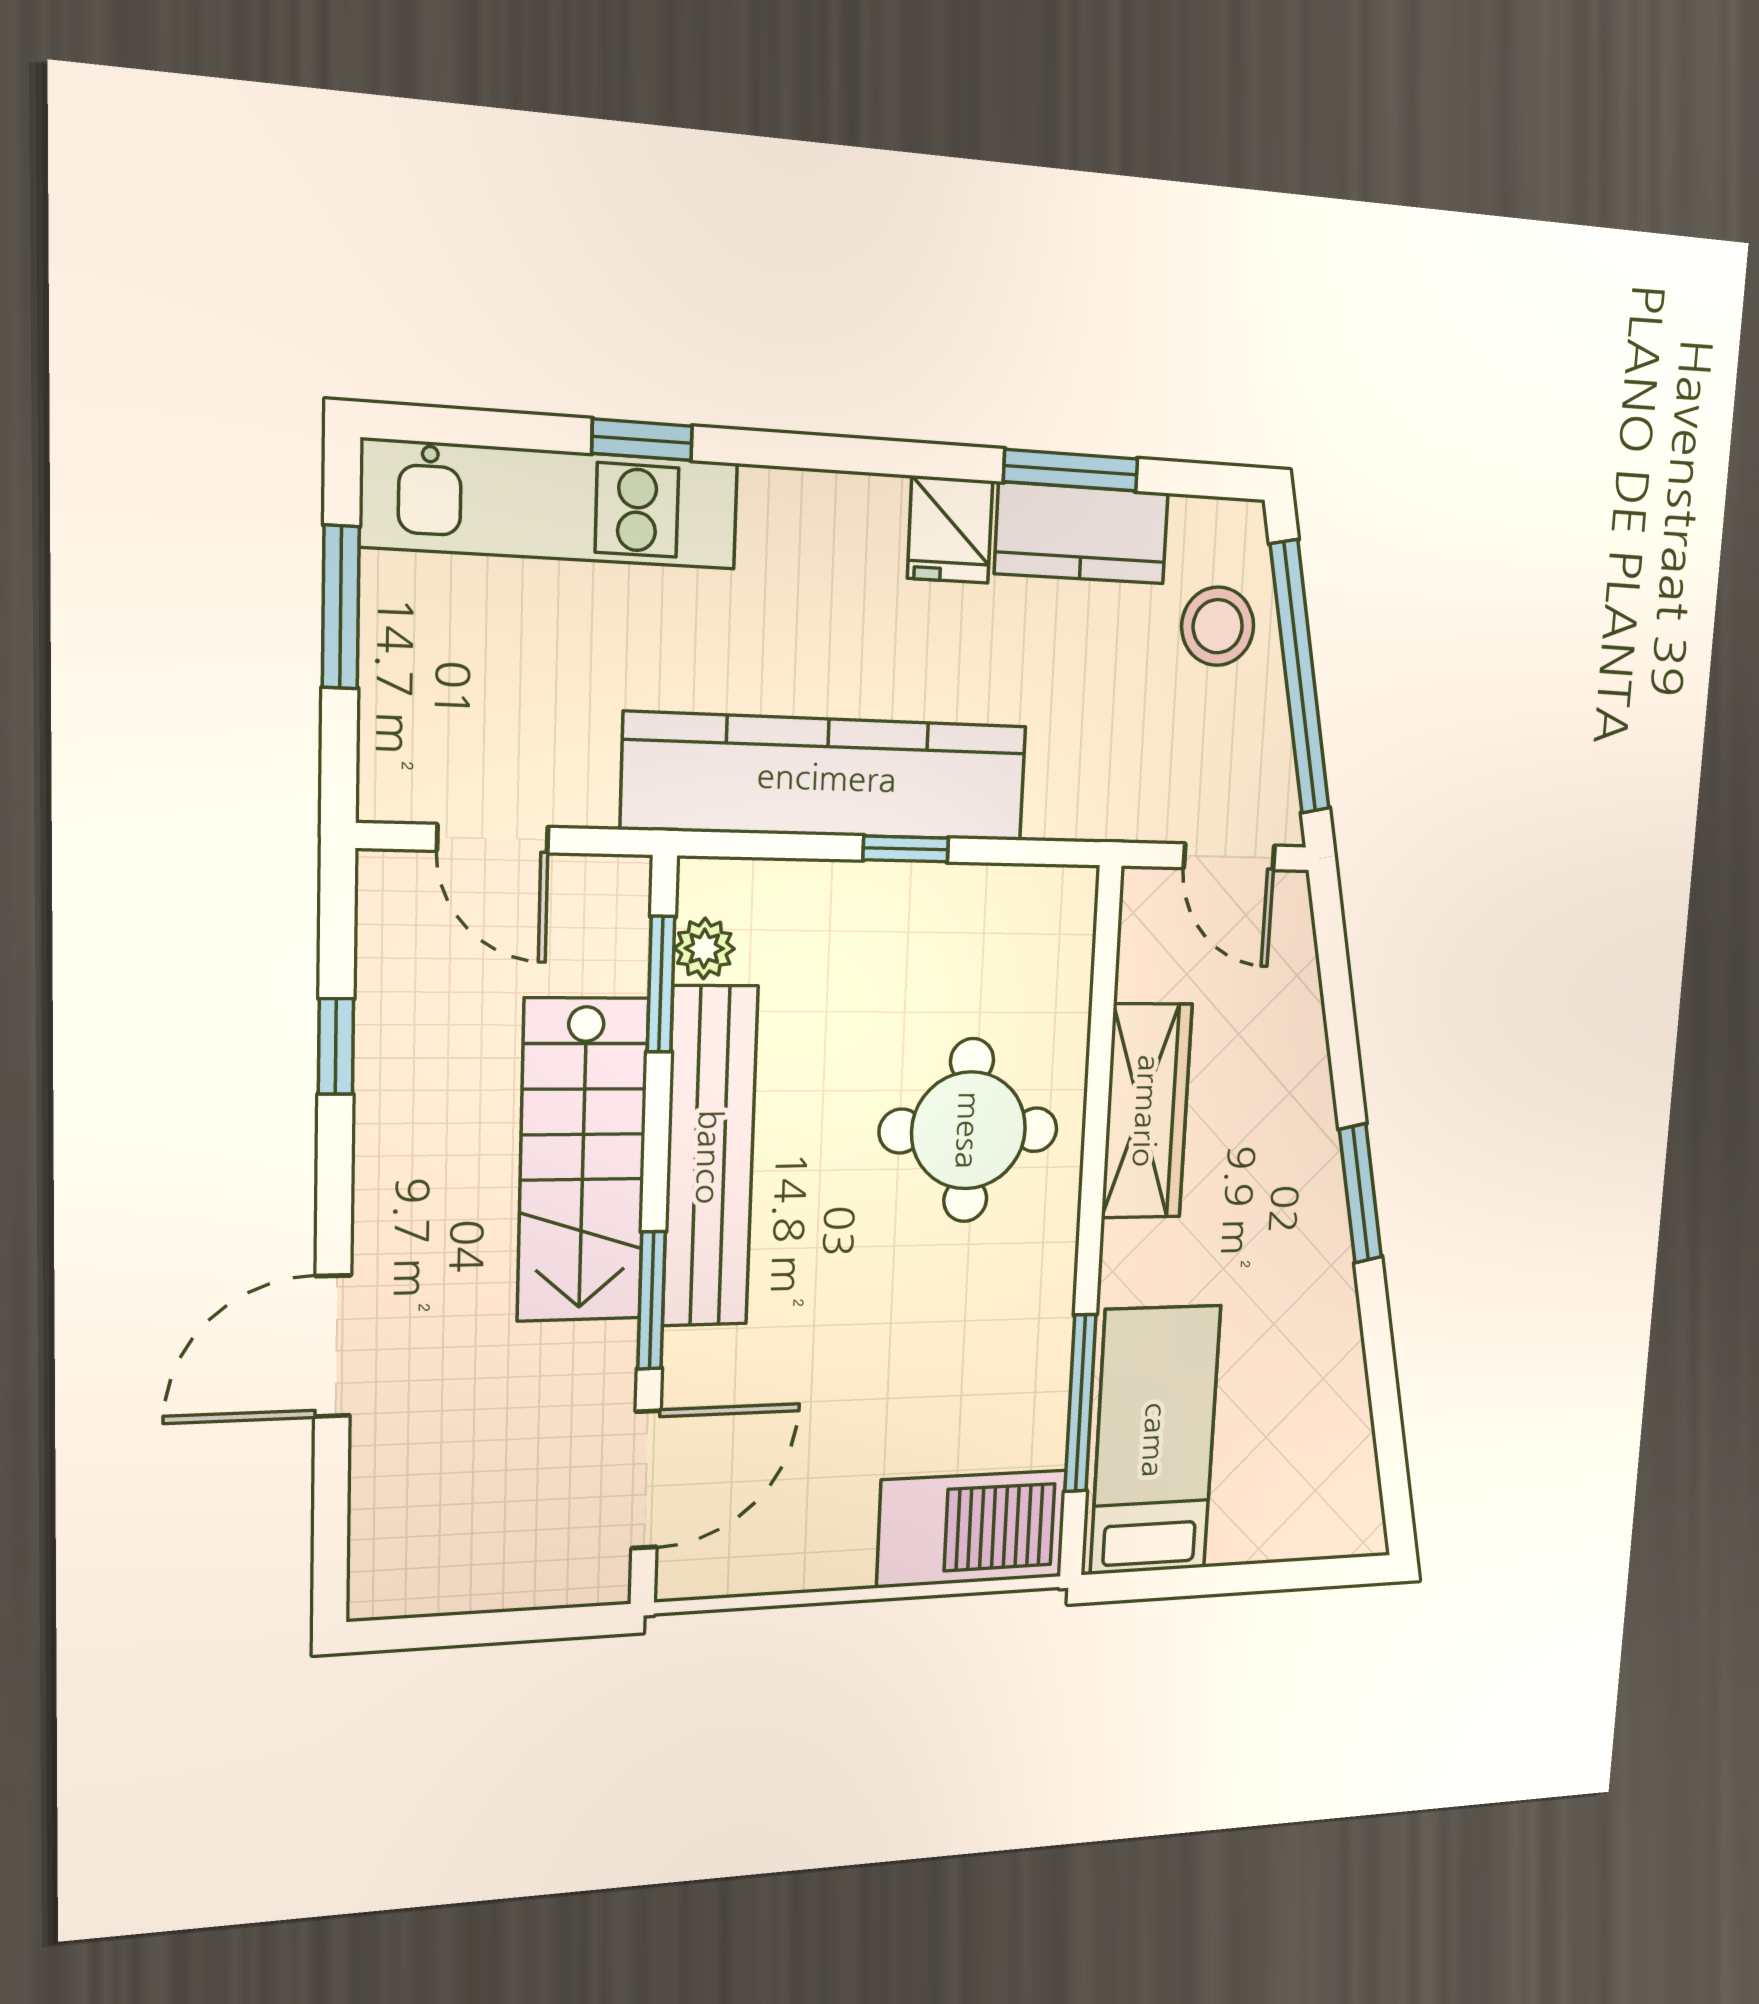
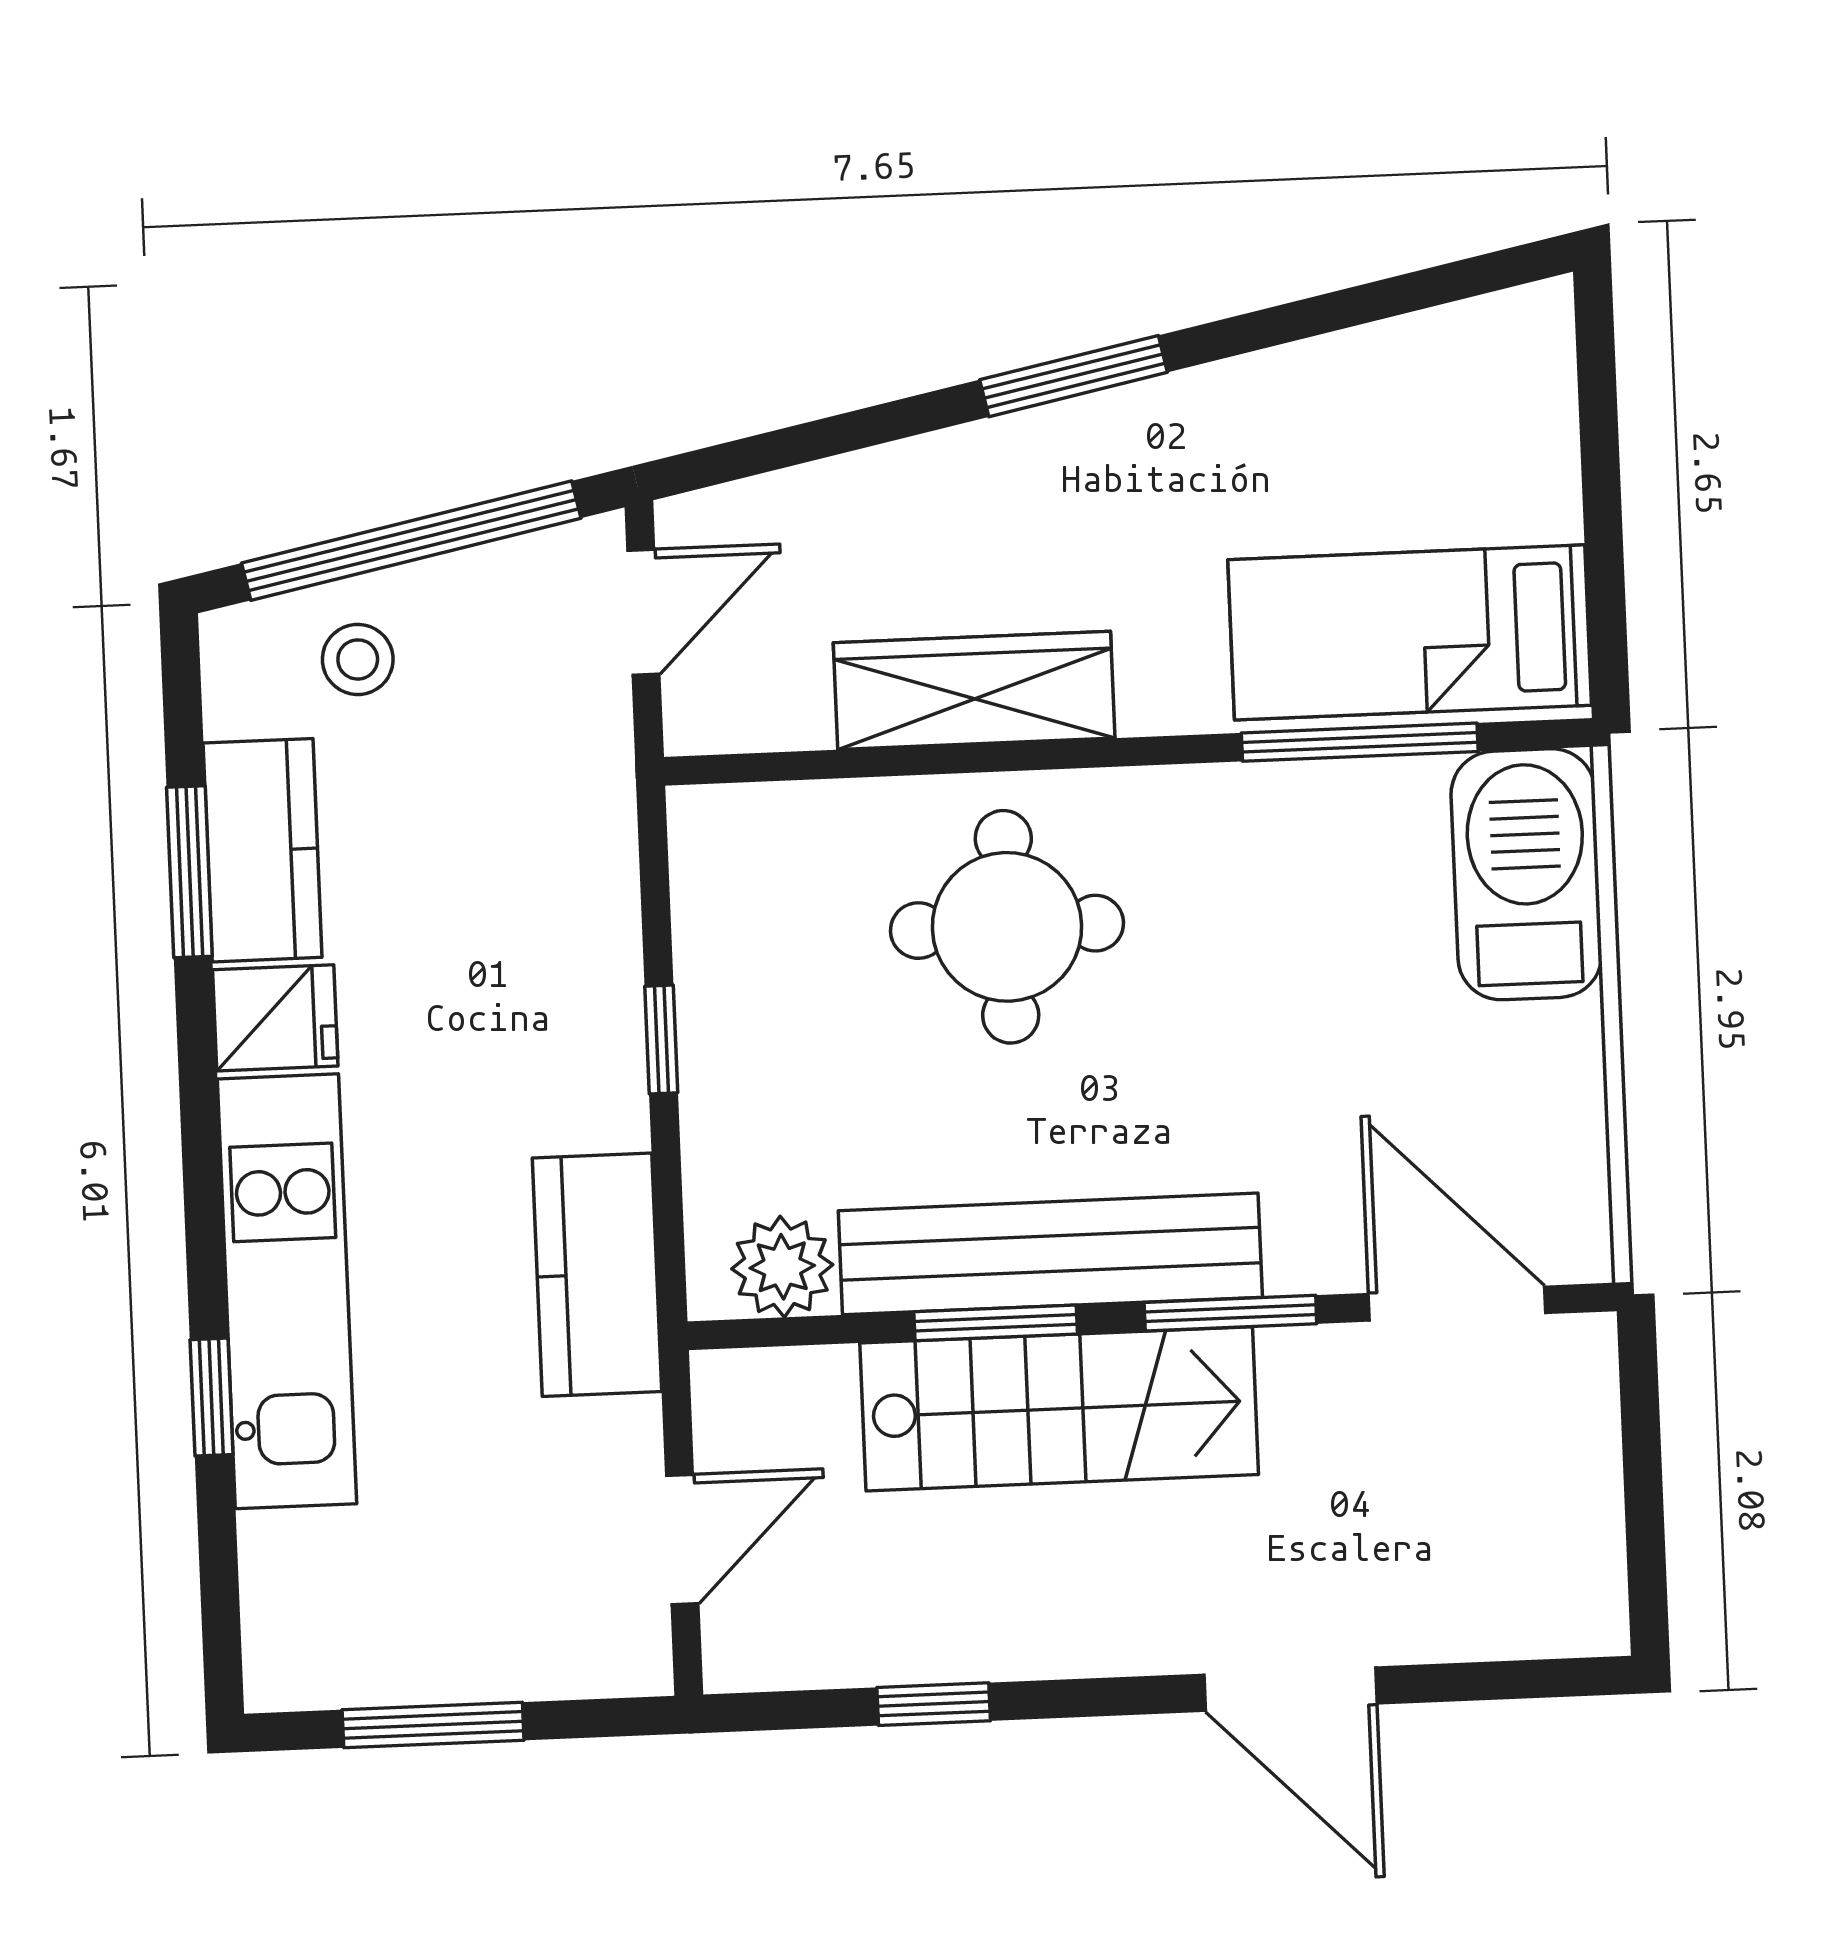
kitchen unit: (551, 505) -> (287, 1291), moved
stool: (1218, 626) -> (358, 659), width x0.73, depth x0.73
kitchen counter: (827, 777) -> (597, 1275), width x0.48, depth x0.86
plant: (704, 948) -> (782, 1267), width x1.38, depth x1.38
window: (661, 984) -> (996, 1323), moved

